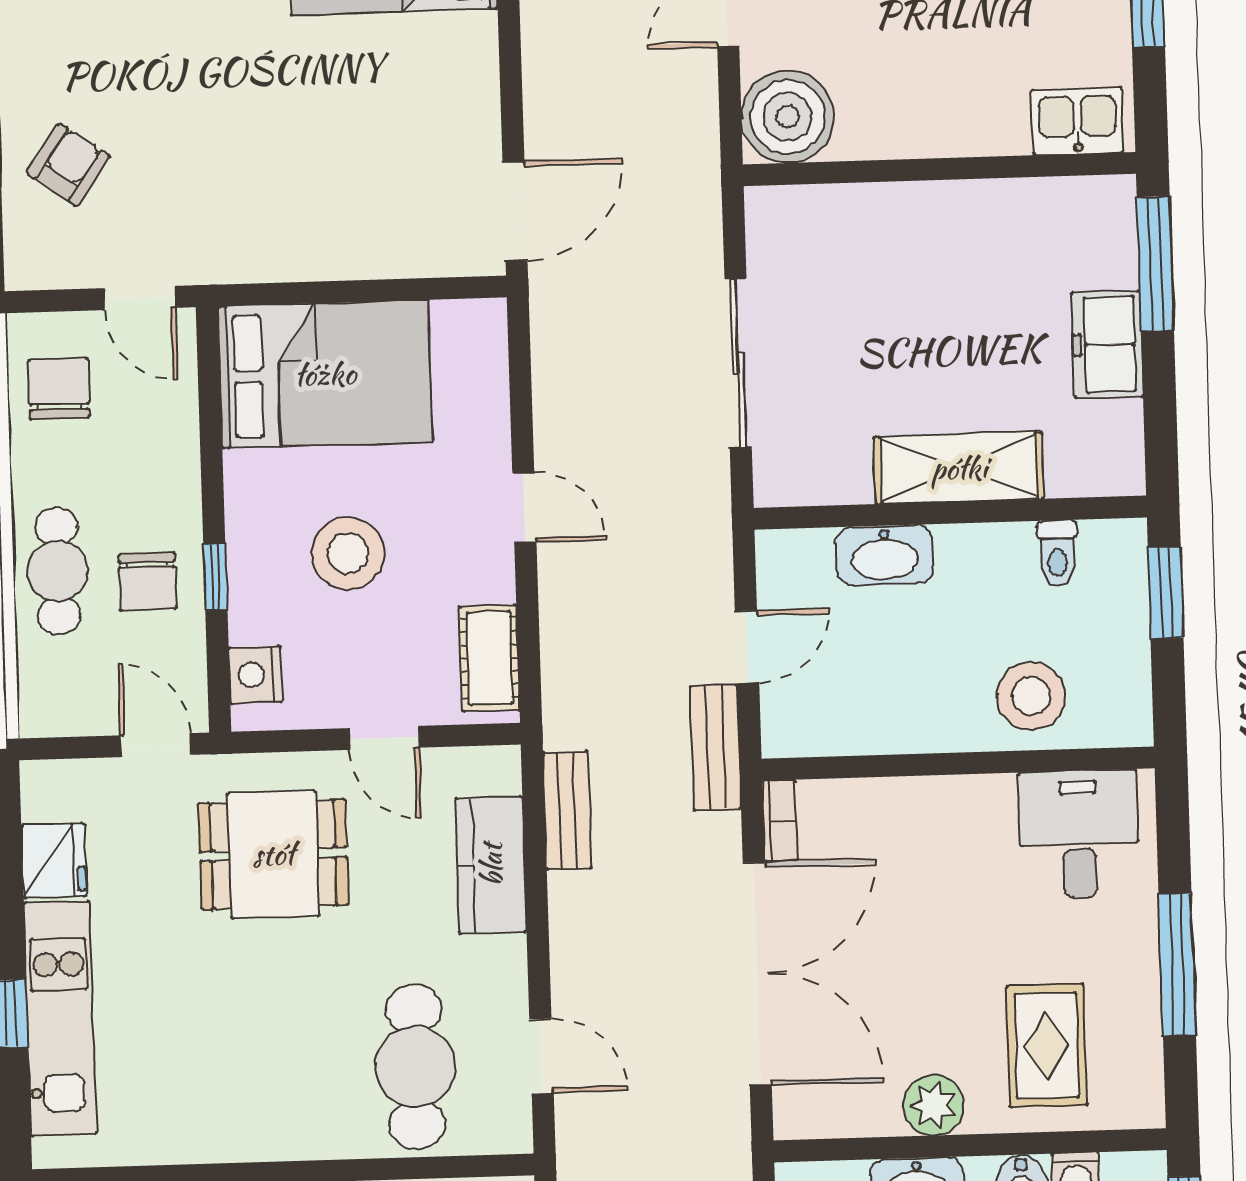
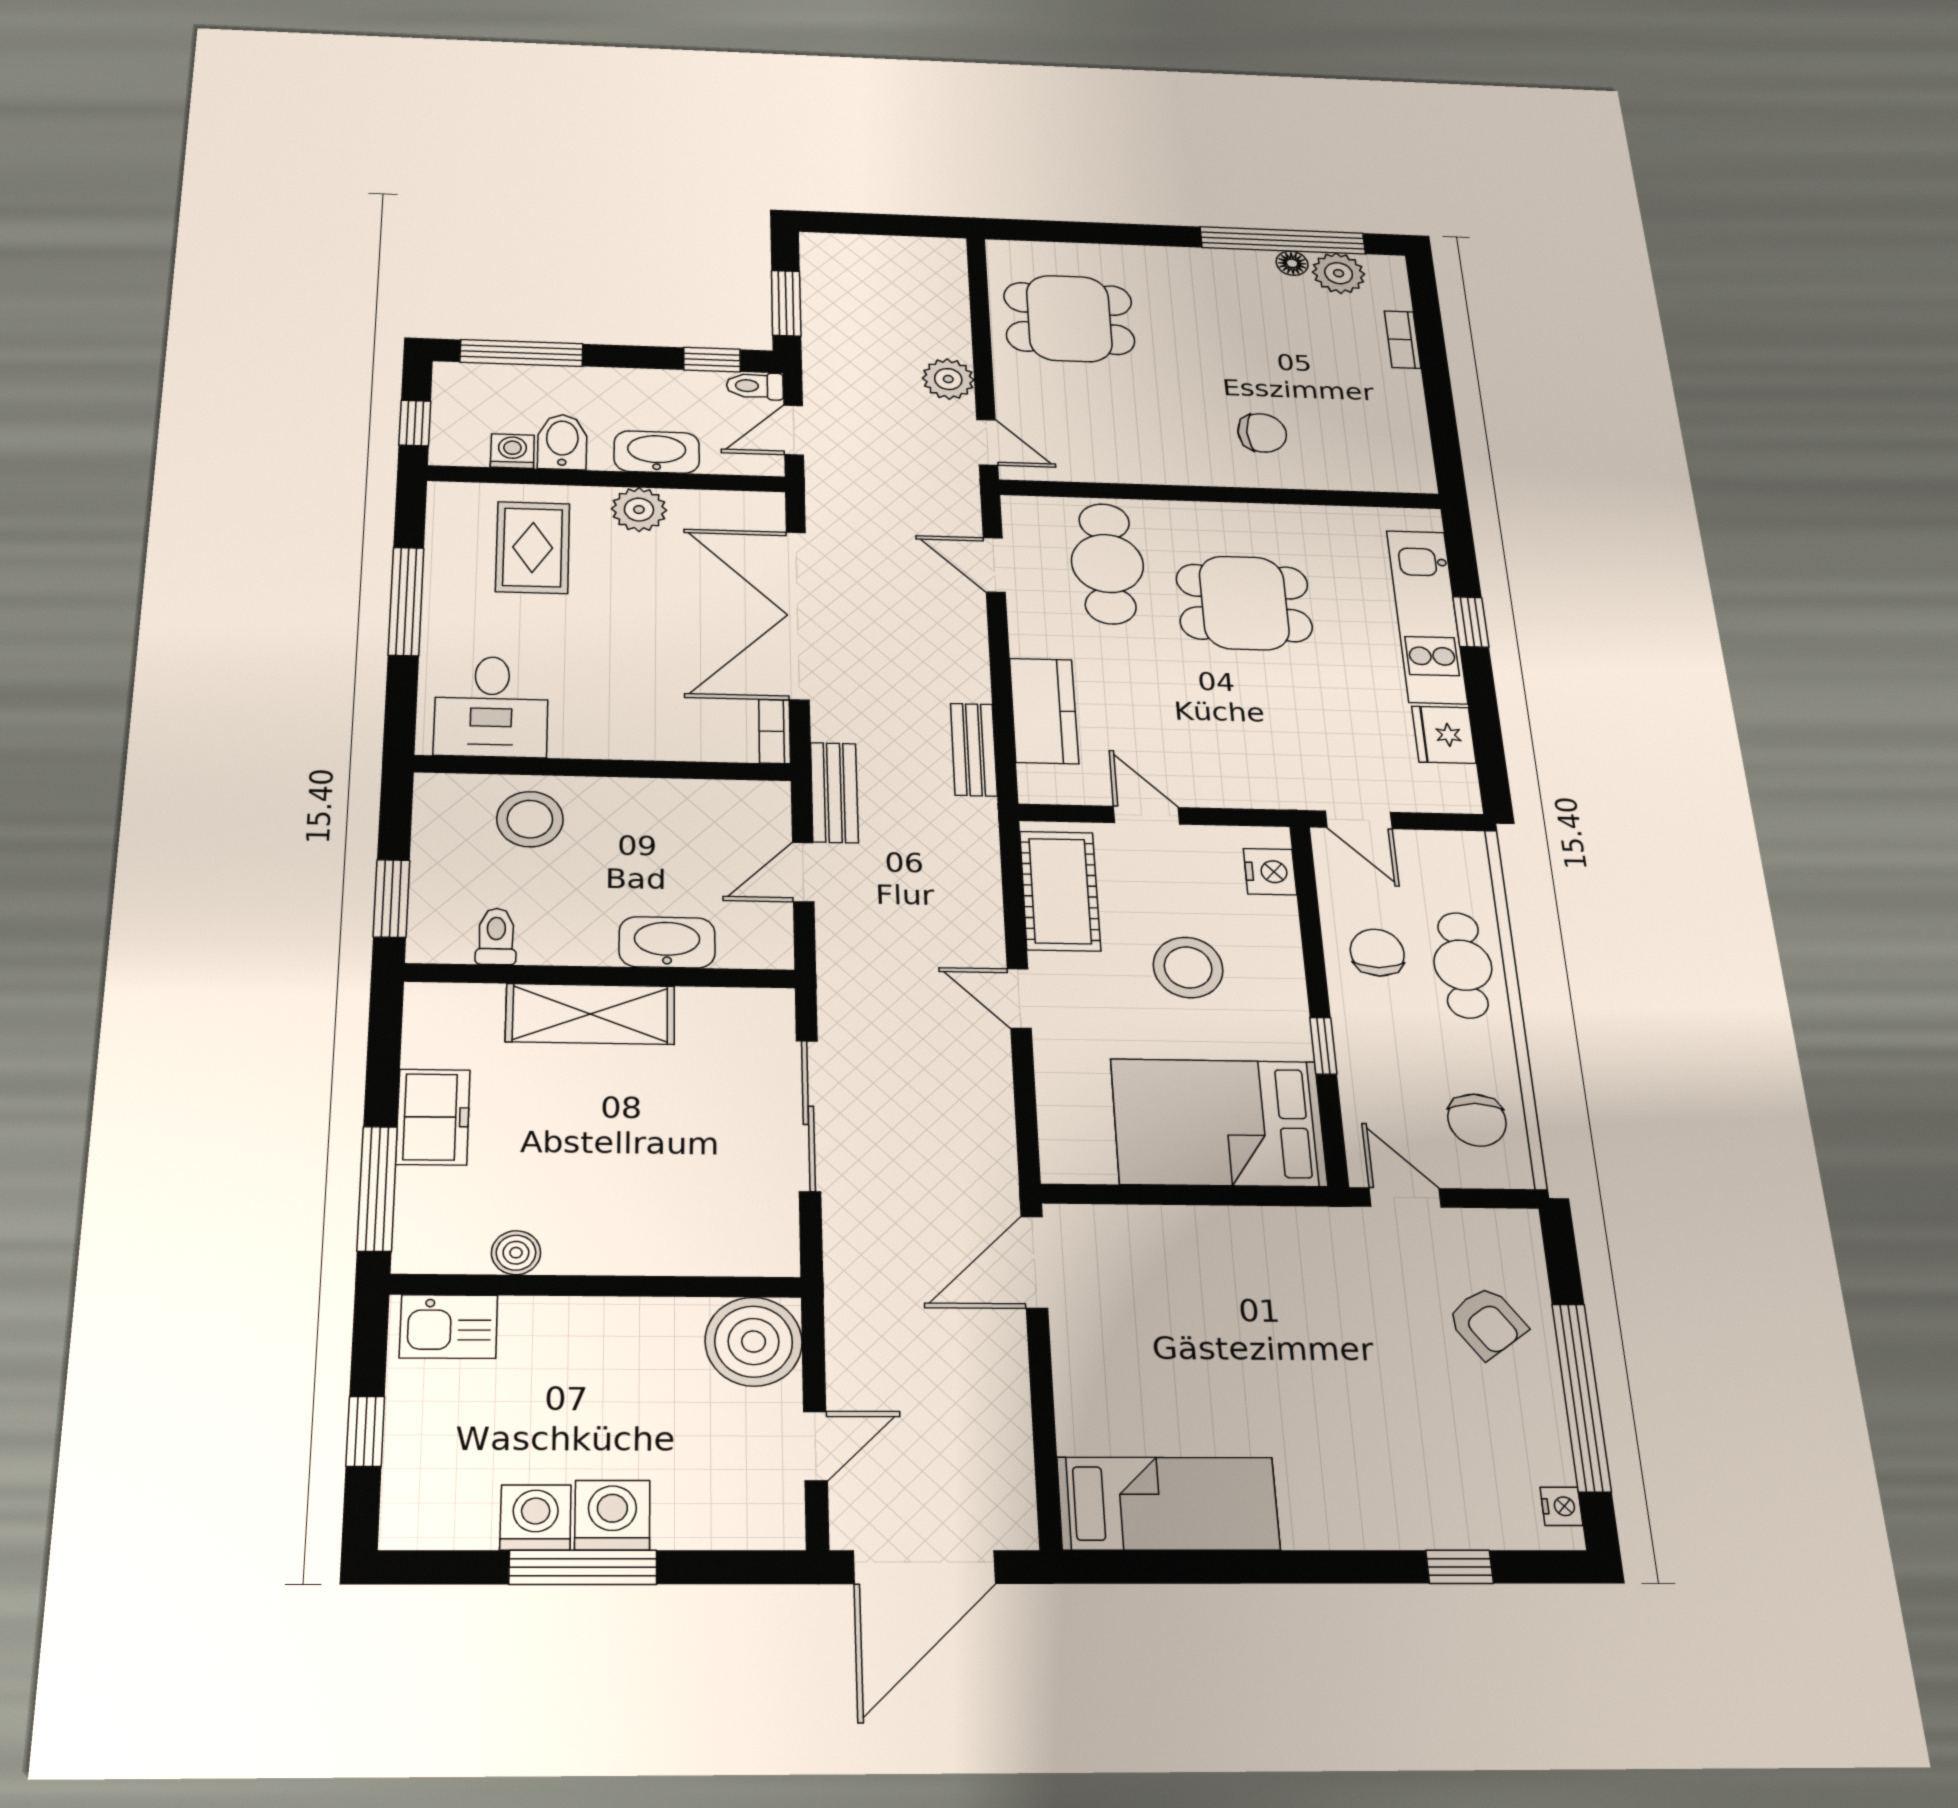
armchair: (68, 165) -> (1487, 1322), turned -71
boiler: (1018, 201) -> (516, 1253), added
window: (215, 577) -> (1323, 1046), moved
cot: (489, 658) -> (1060, 891), width x1.37, depth x1.34
dining table: (273, 854) -> (1244, 603), moved

